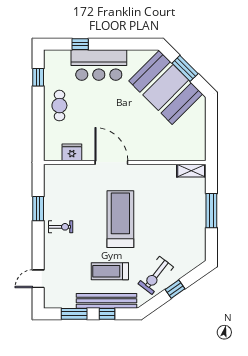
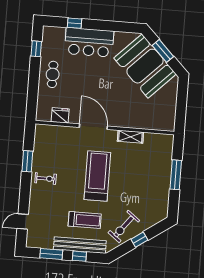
shelving: (191, 171) -> (130, 137), moved
treadmill: (110, 271) -> (85, 220), turned 180

